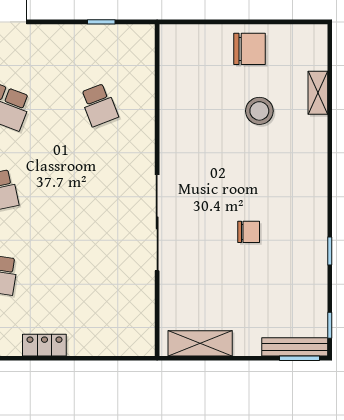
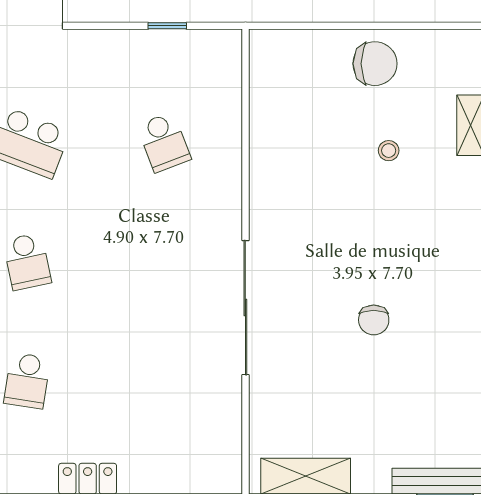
stool: (259, 111) -> (389, 151), width x0.53, depth x0.53
chair: (249, 232) -> (374, 320), turned 90

